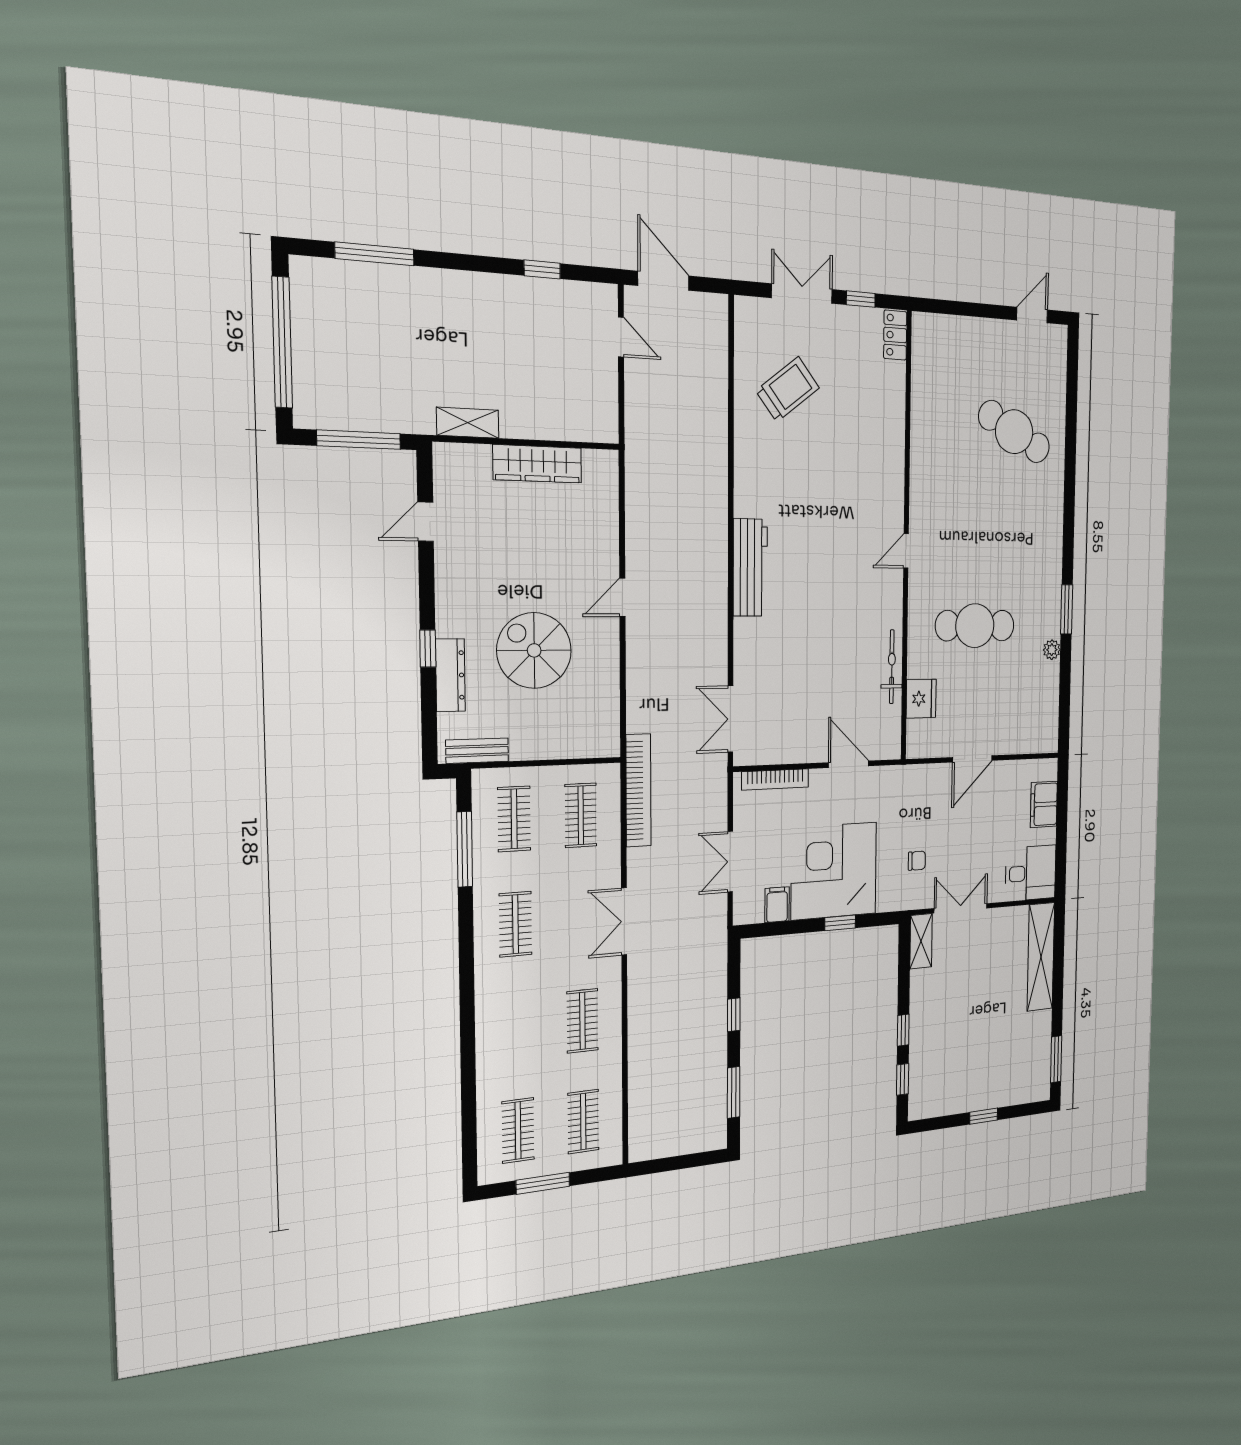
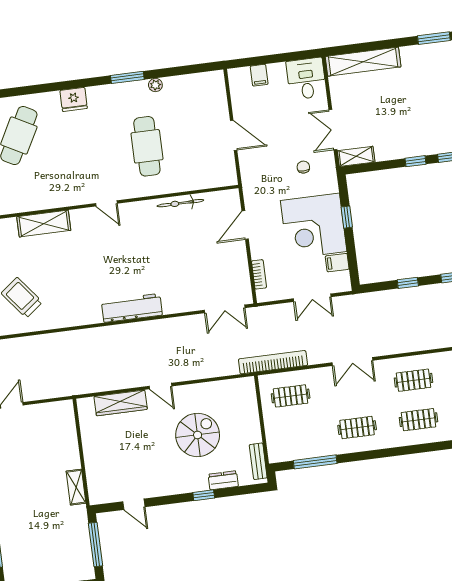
shelving: (890, 447) -> (44, 224), added
wardrobe: (537, 464) -> (121, 403), moved, turned 90
spiral stairs: (534, 650) -> (198, 435), turned 180
dresser: (450, 675) -> (223, 480), width x0.70
fridge: (921, 699) -> (74, 99), moved, turned 180
bookcase: (775, 779) -> (259, 274), width x0.64
filing cabinet: (1044, 804) -> (259, 75), width x0.50
clothes rail: (514, 819) -> (419, 420), moved

